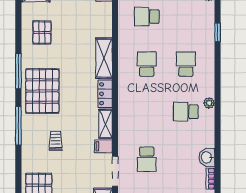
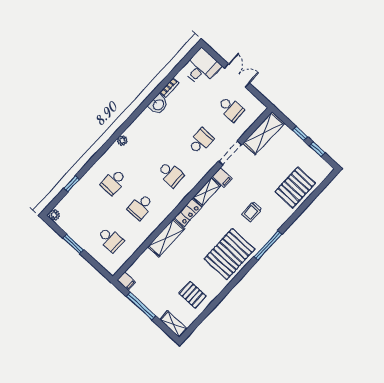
pallet: (42, 32) -> (193, 295), turned 90
window: (18, 71) -> (233, 283), removed
school desk: (186, 112) -> (171, 174), moved

